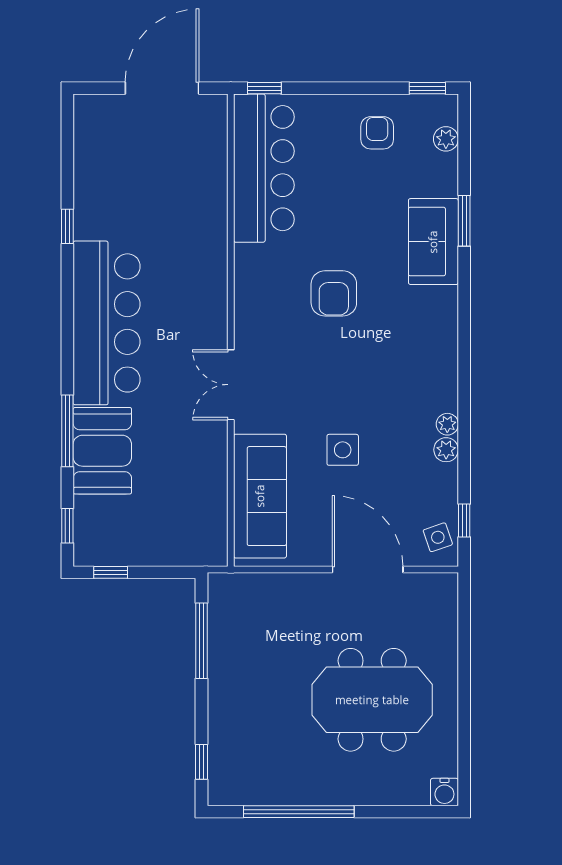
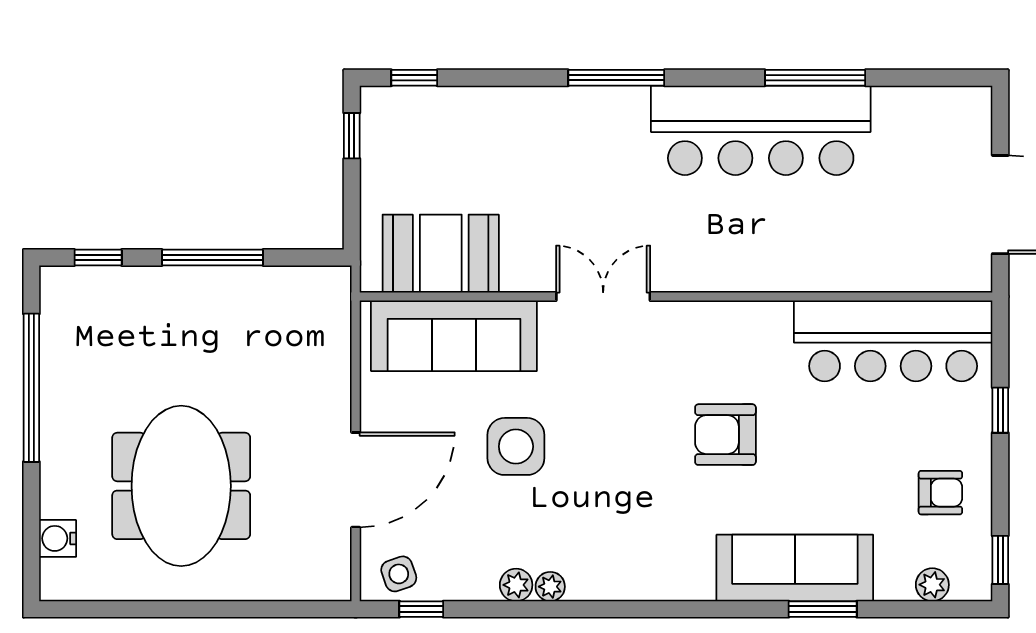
window: (264, 88) -> (1000, 410), moved
window: (67, 226) -> (815, 78), width x2.17
sofa: (433, 242) -> (795, 568), width x1.36
bar counter: (107, 323) -> (761, 130), moved
window: (67, 431) -> (616, 78), moved
side table: (343, 450) -> (516, 446), width x1.37, depth x1.37
booth: (102, 451) -> (441, 254), moved
window: (202, 641) -> (212, 257), moved
water cooler: (444, 792) -> (58, 538), moved

